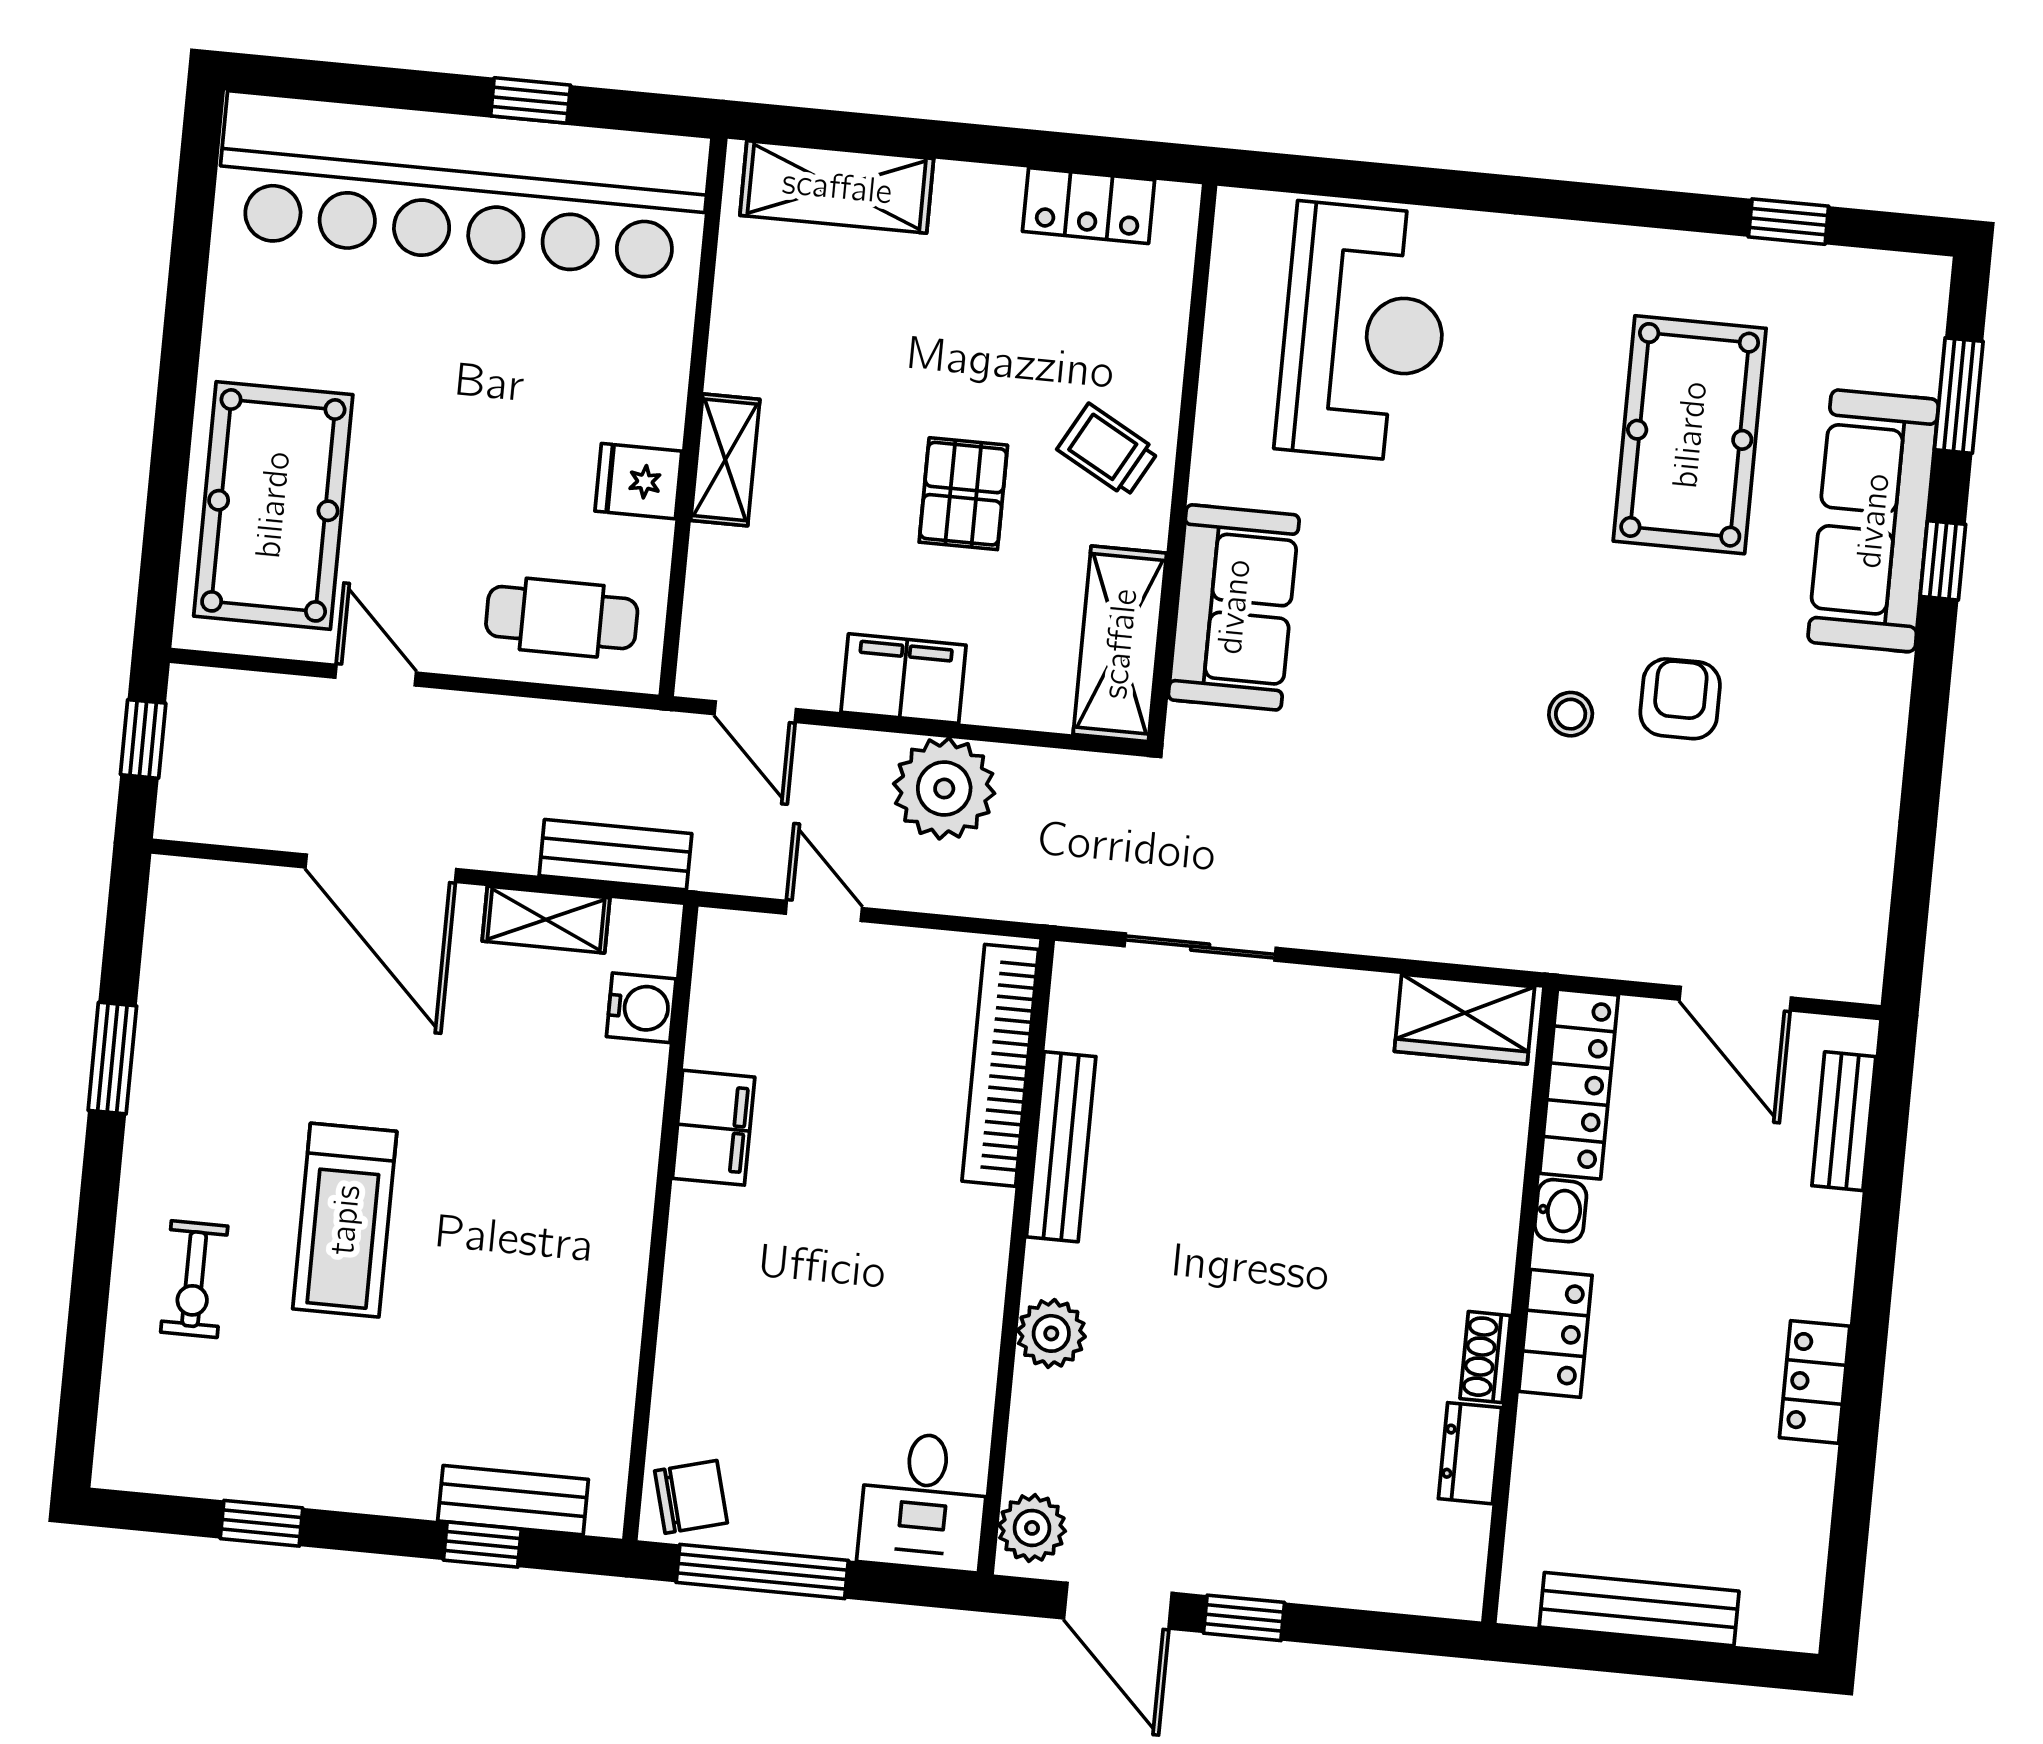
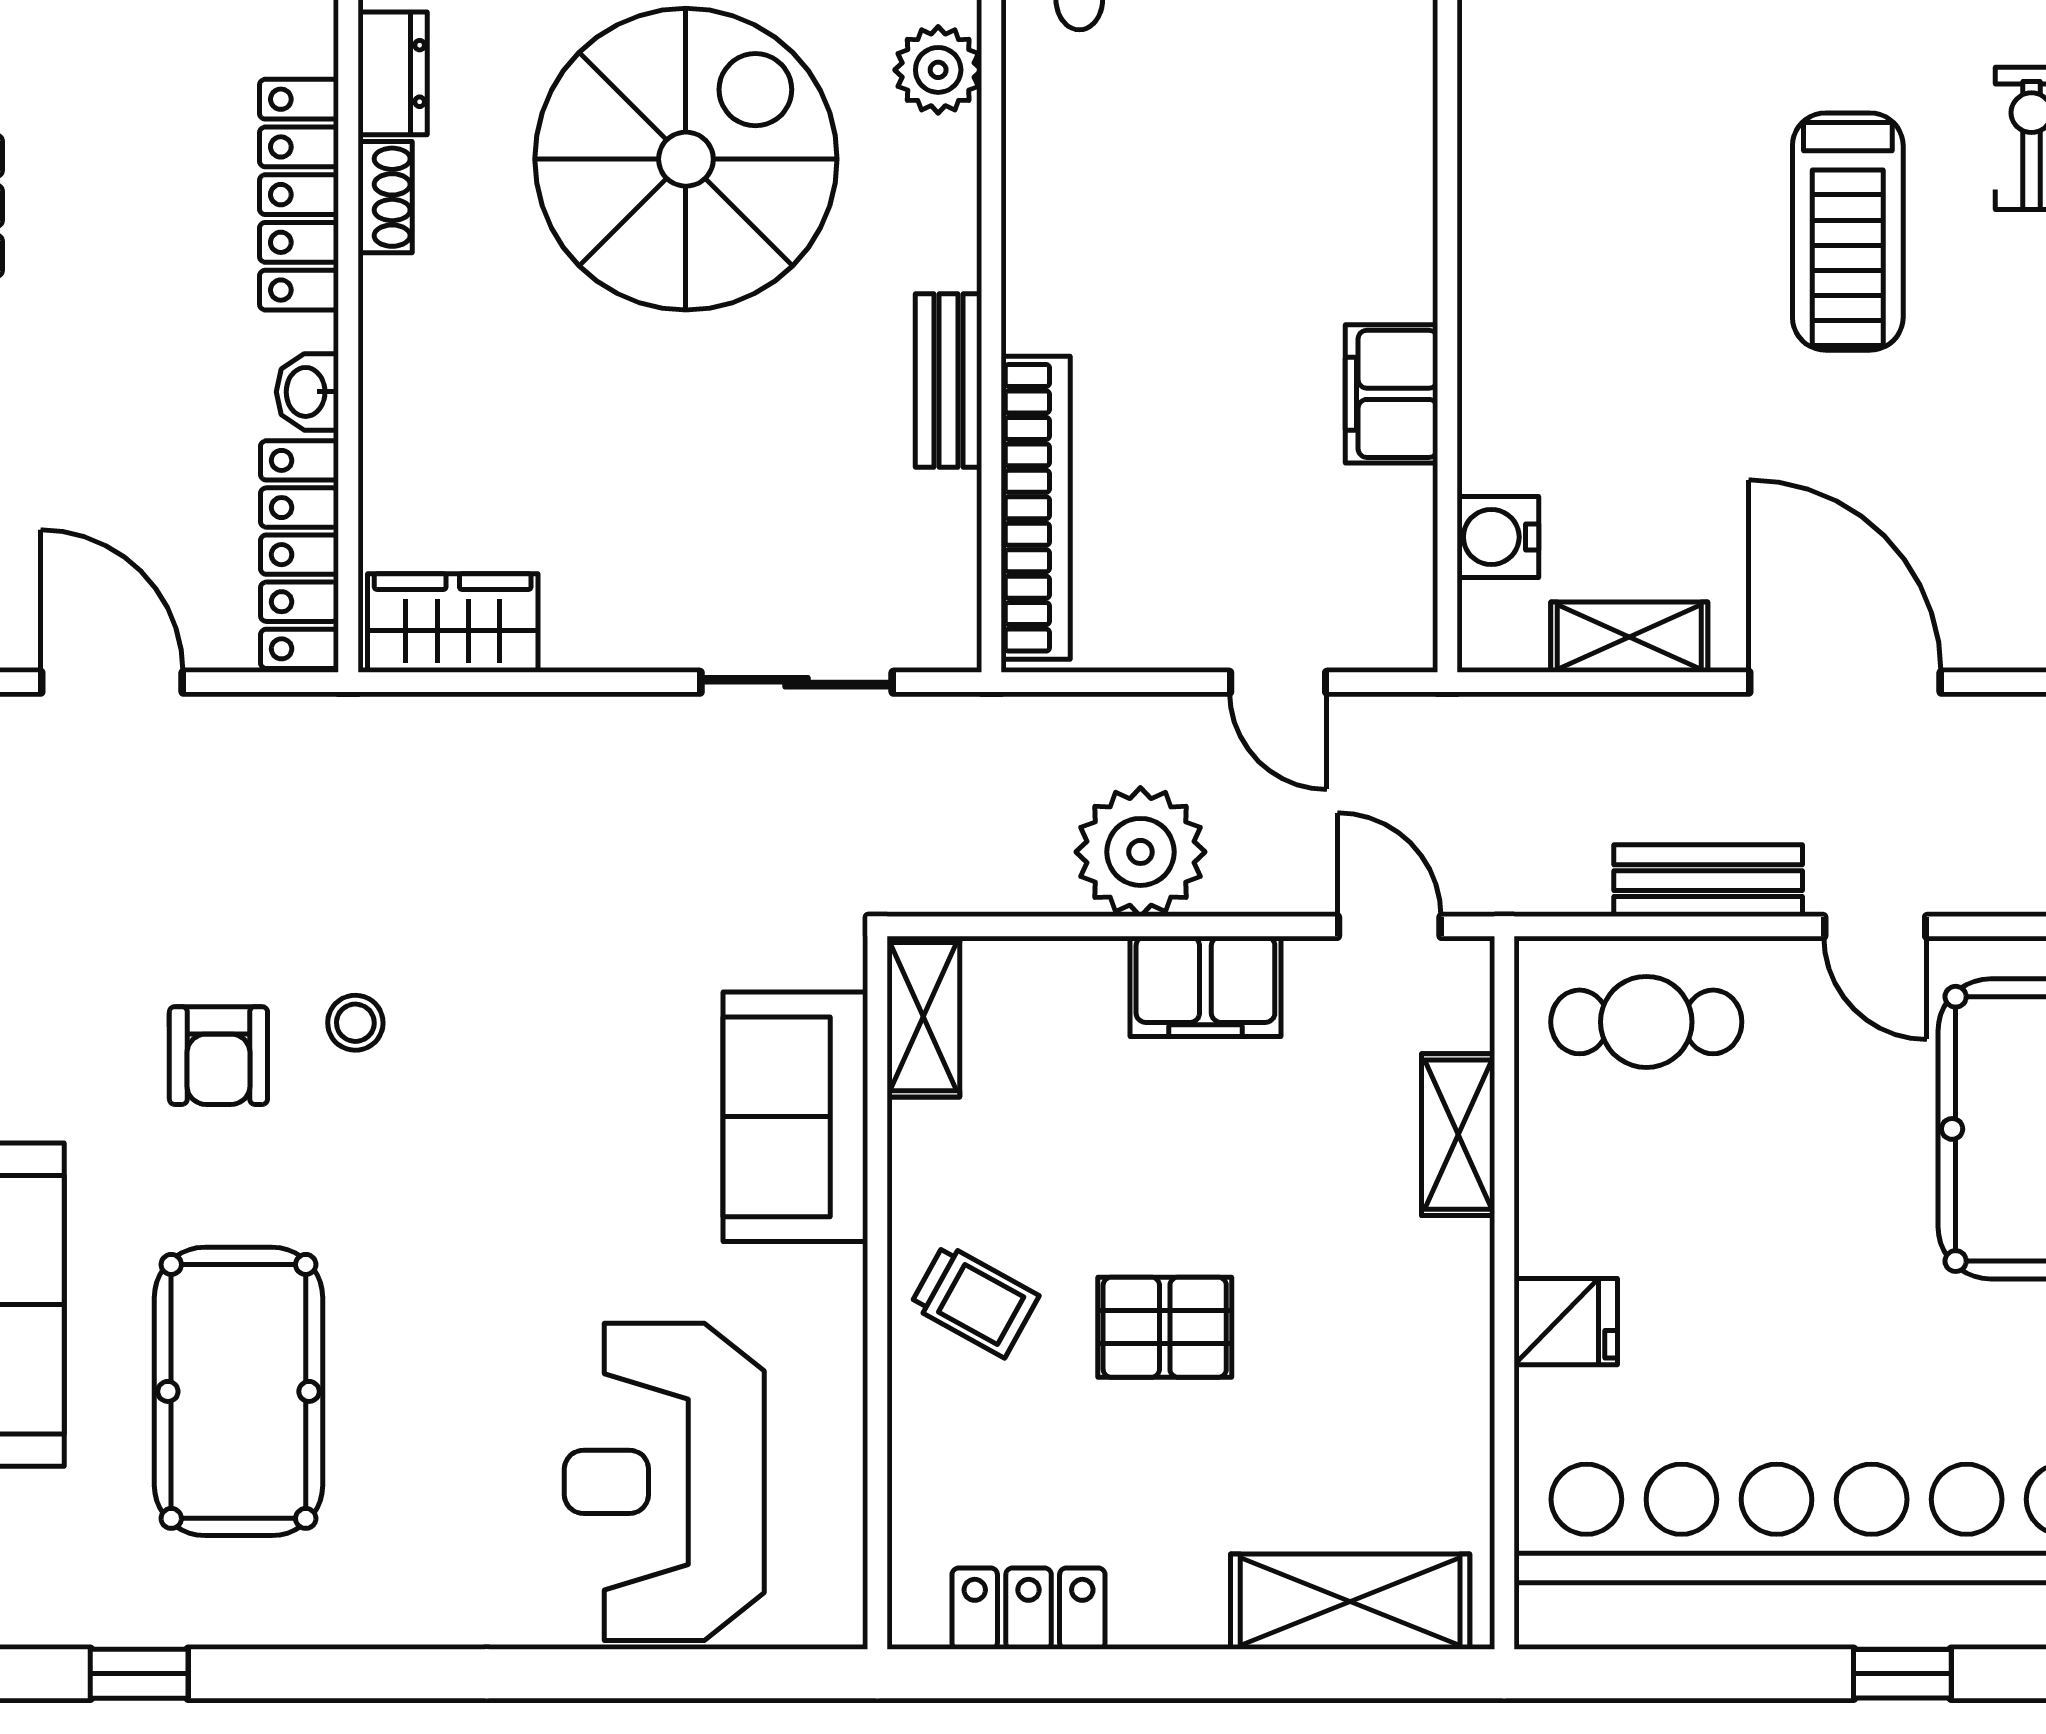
window: (531, 100) -> (1902, 1674), moved
shelving: (725, 460) -> (1458, 1135), moved
fridge: (638, 481) -> (1566, 1322), moved
pallet: (963, 494) -> (1165, 1327), moved, turned 90
shelving: (1120, 644) -> (923, 1017), width x0.67, depth x0.75
bench: (615, 855) -> (1708, 881), moved
bench: (1061, 1147) -> (948, 380), width x0.73
treadmill: (345, 1220) -> (1848, 232), turned 180
plant: (1051, 1333) -> (938, 70), moved
locker: (1555, 1333) -> (299, 195), width x1.53
spiral stairs: (1247, 1364) -> (686, 159), added

